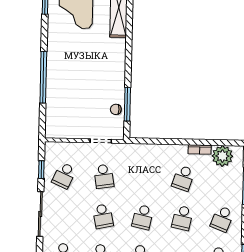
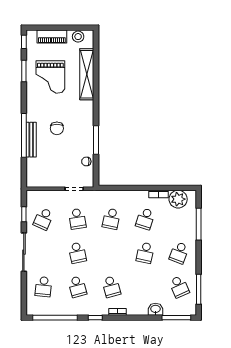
chair: (82, 70) -> (57, 128), added
bench: (52, 82) -> (31, 140), added
window: (127, 104) -> (96, 140), moved
school desk: (143, 217) -> (111, 219), moved

